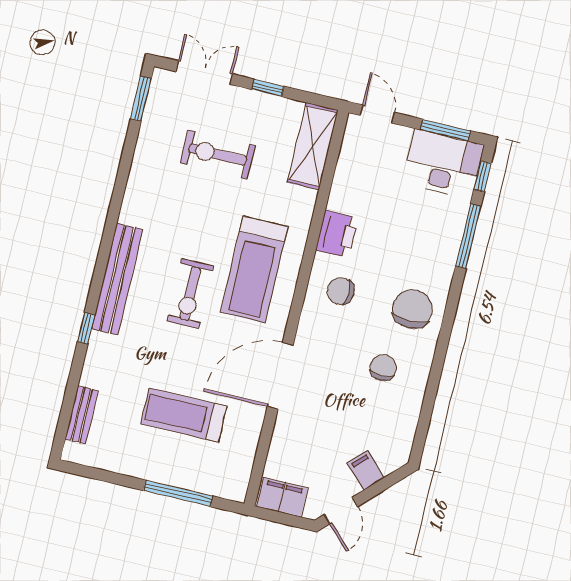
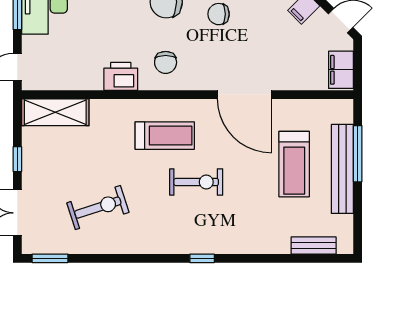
exercise bike: (218, 154) -> (98, 208), moved, turned -108
treadmill: (254, 269) -> (165, 136), width x0.73, depth x0.73
bench: (117, 279) -> (342, 169), moved, turned 90
window: (86, 328) -> (202, 258), moved

